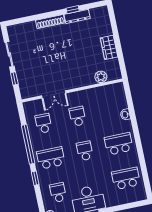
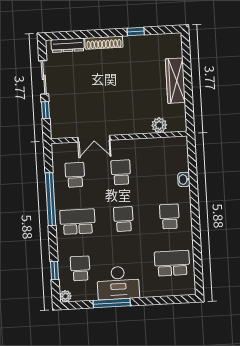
dresser: (77, 16) -> (68, 45), moved
wardrobe: (109, 47) -> (175, 81), width x1.50
school desk: (119, 144) -> (169, 216), width x0.54
window: (35, 178) -> (55, 270), moved

